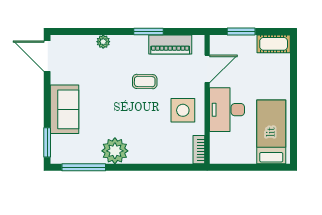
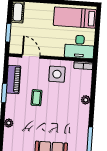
desk: (227, 110) -> (79, 47), moved
plant: (115, 151) -> (86, 100), moved, width x0.53, depth x0.53

